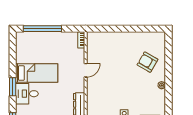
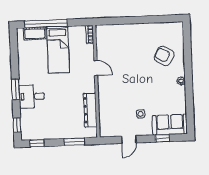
cot: (32, 37) -> (35, 34), added
door: (86, 70) -> (96, 68), hinge flipped
bed: (37, 73) -> (58, 50), moved, turned 90

